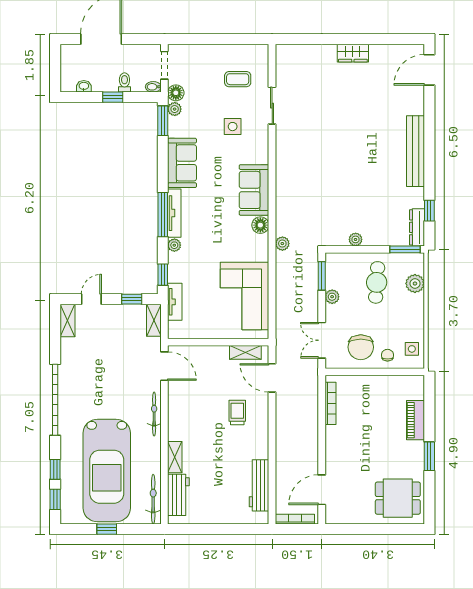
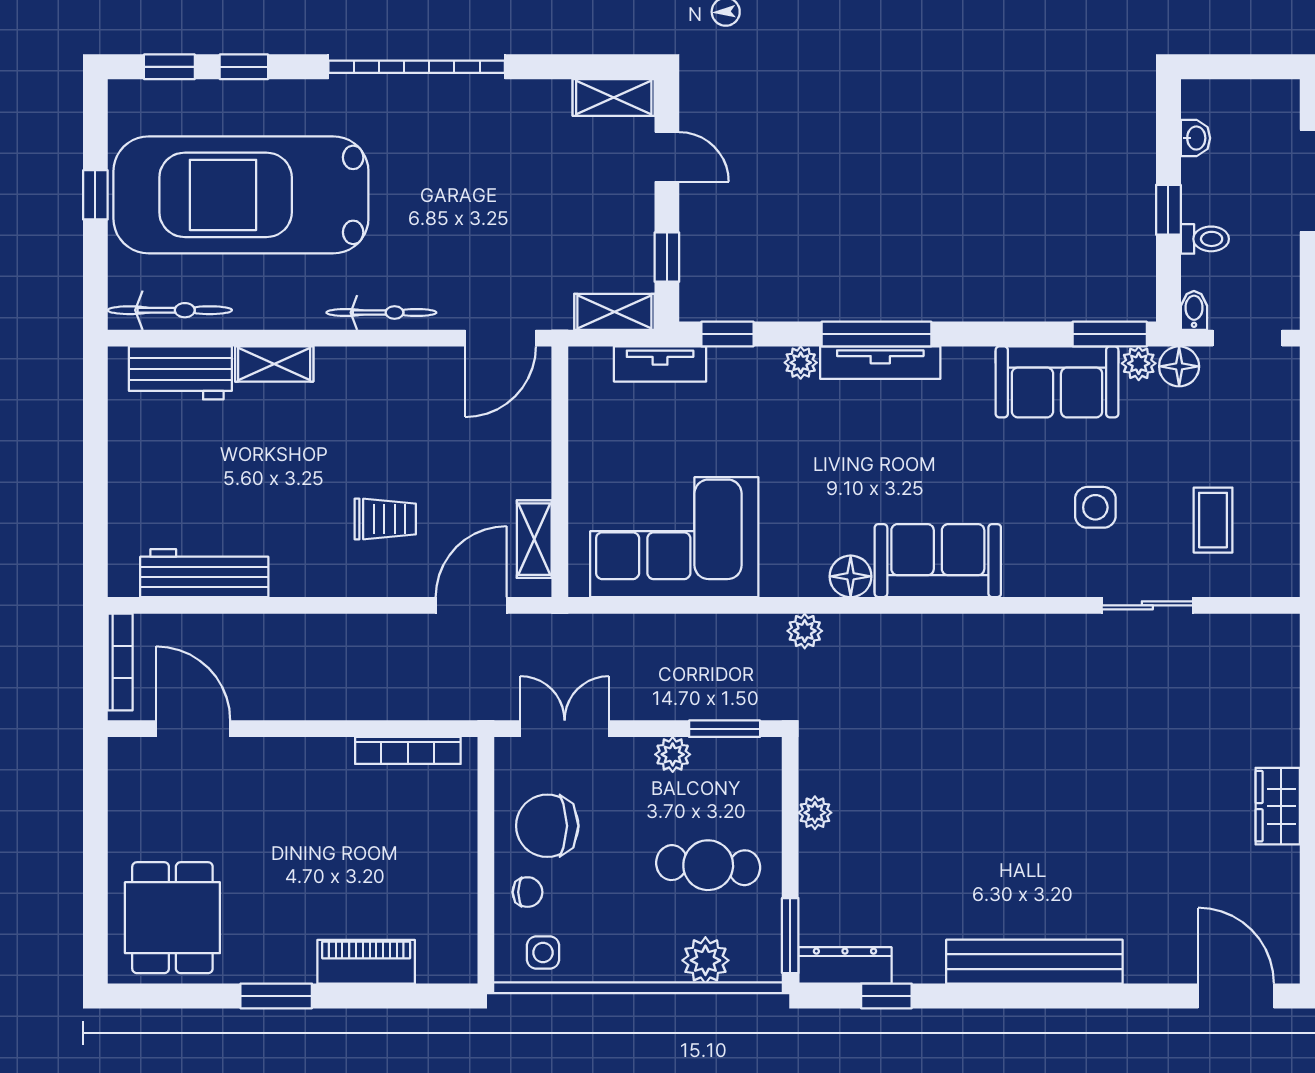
sofa: (182, 163) -> (1057, 382), moved

